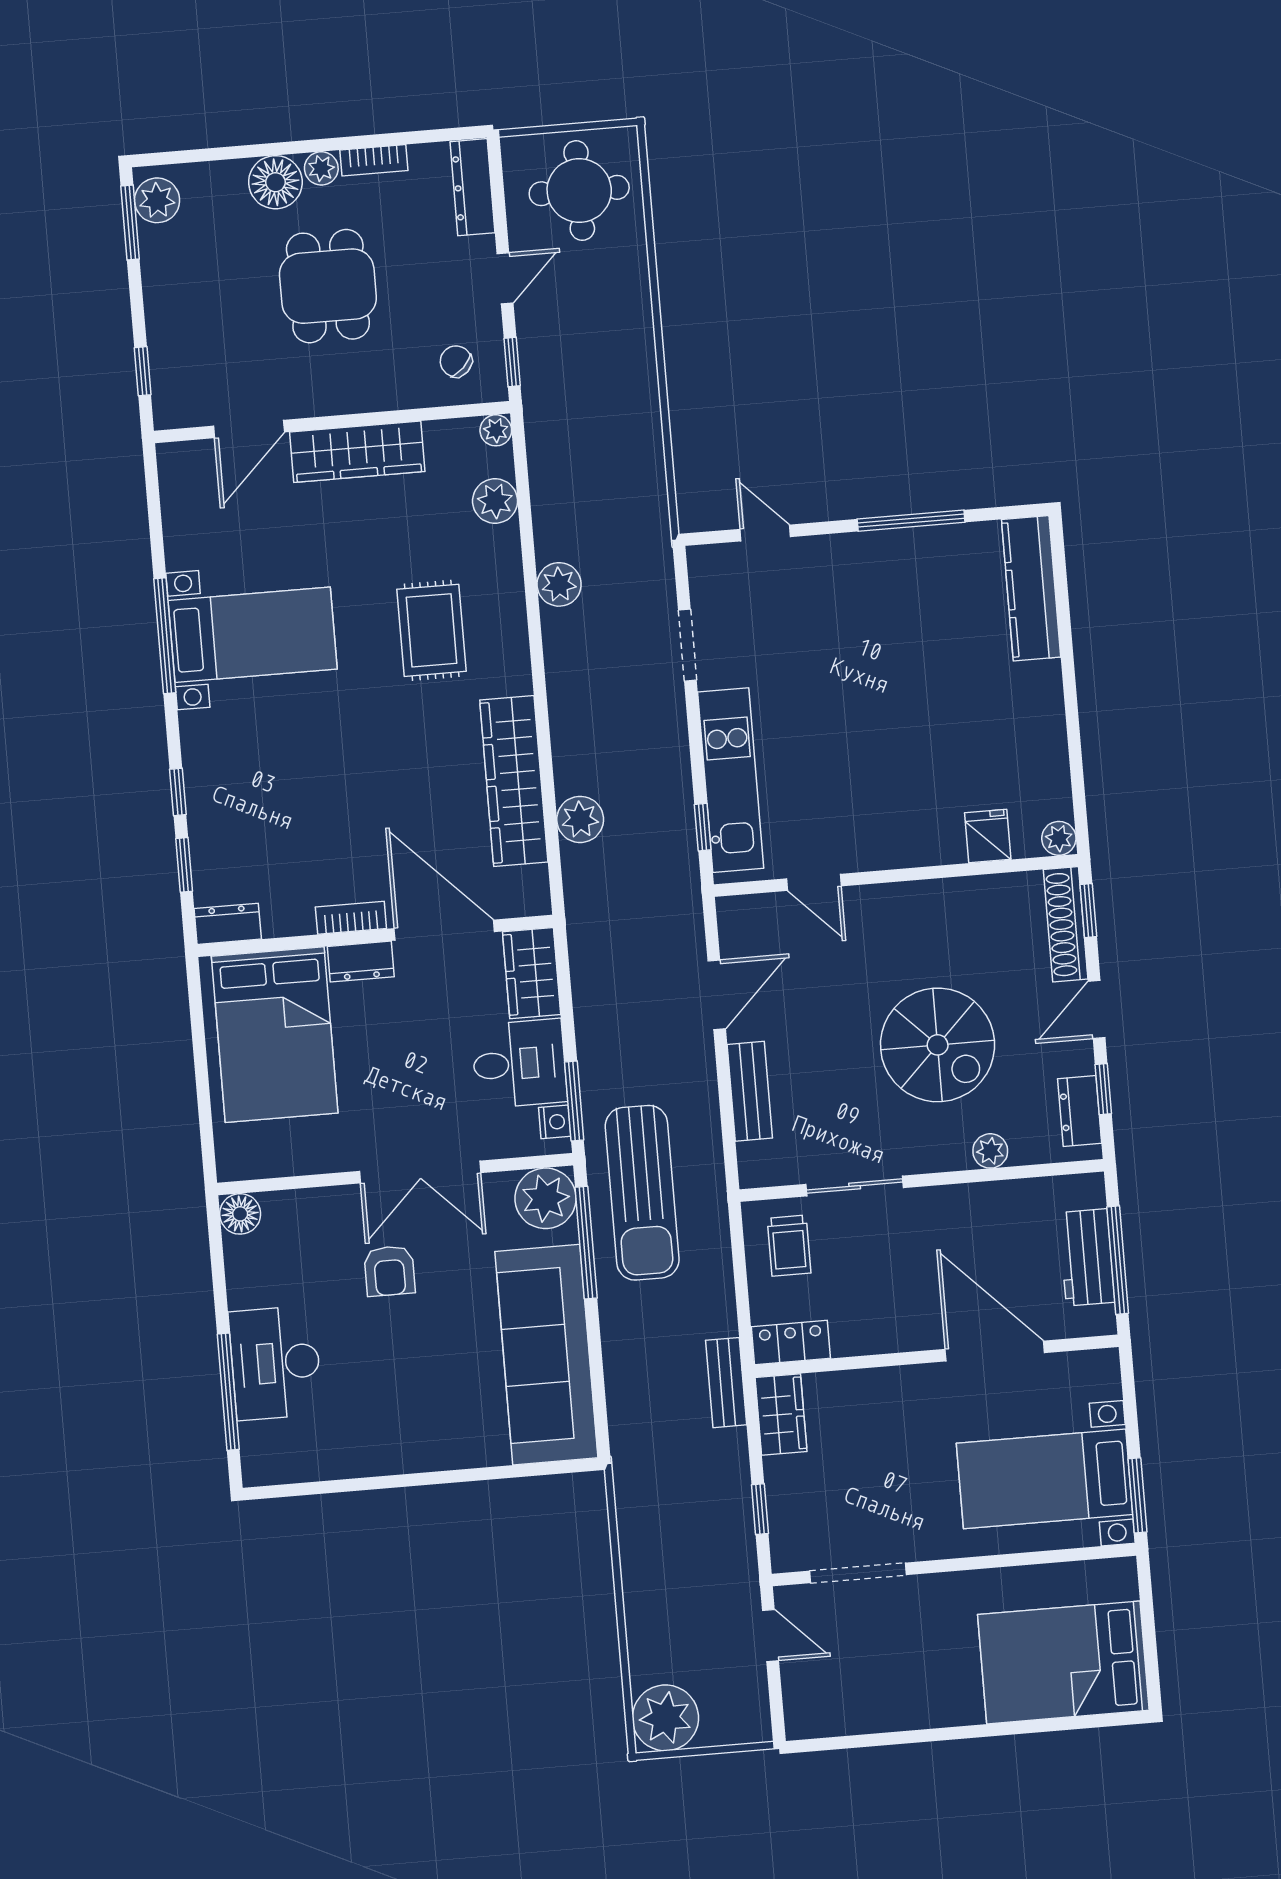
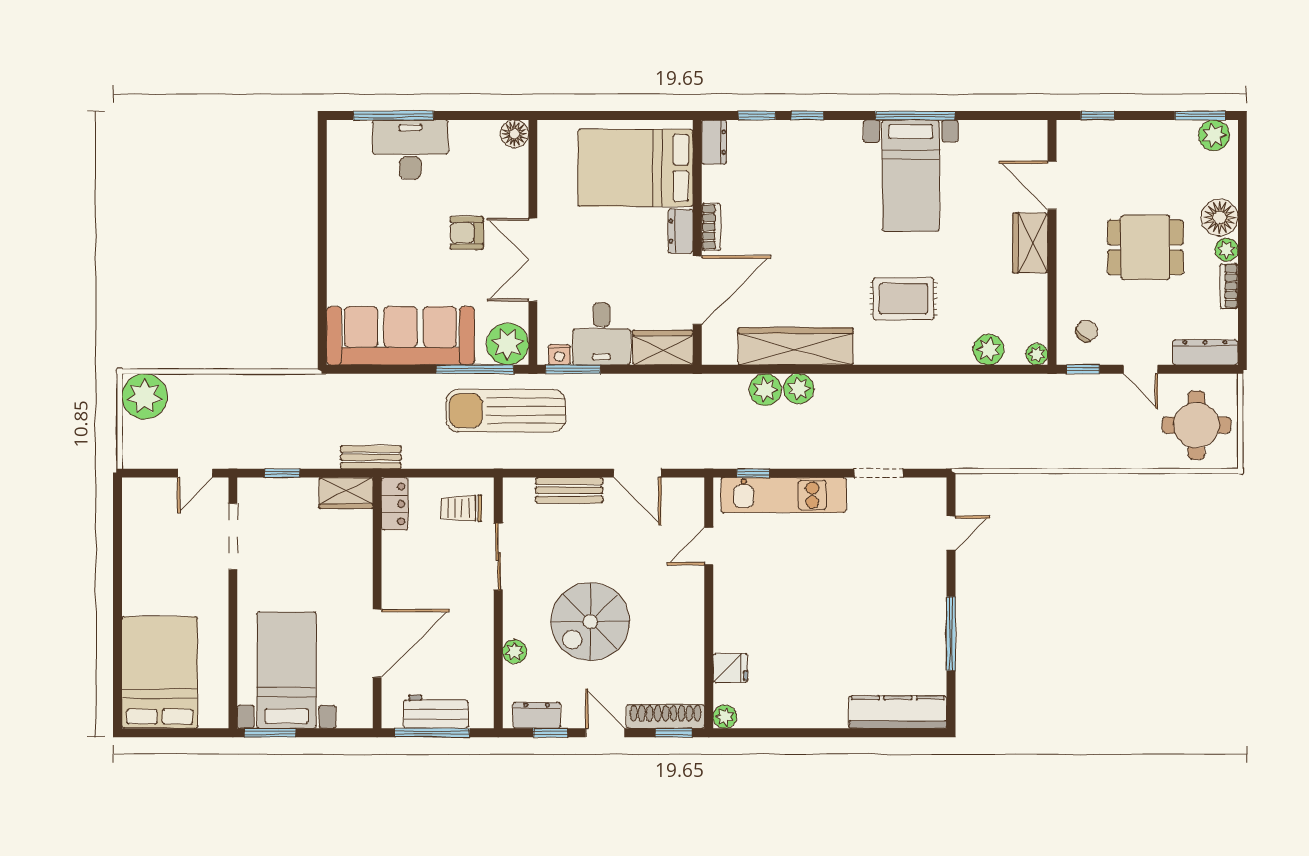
wardrobe: (357, 452) -> (1030, 243), width x0.67
plant: (559, 584) -> (799, 389), moved

